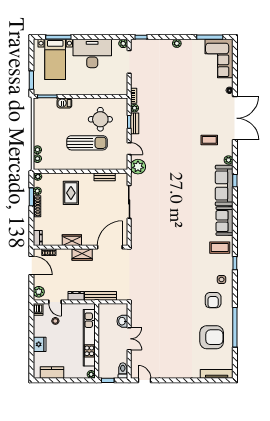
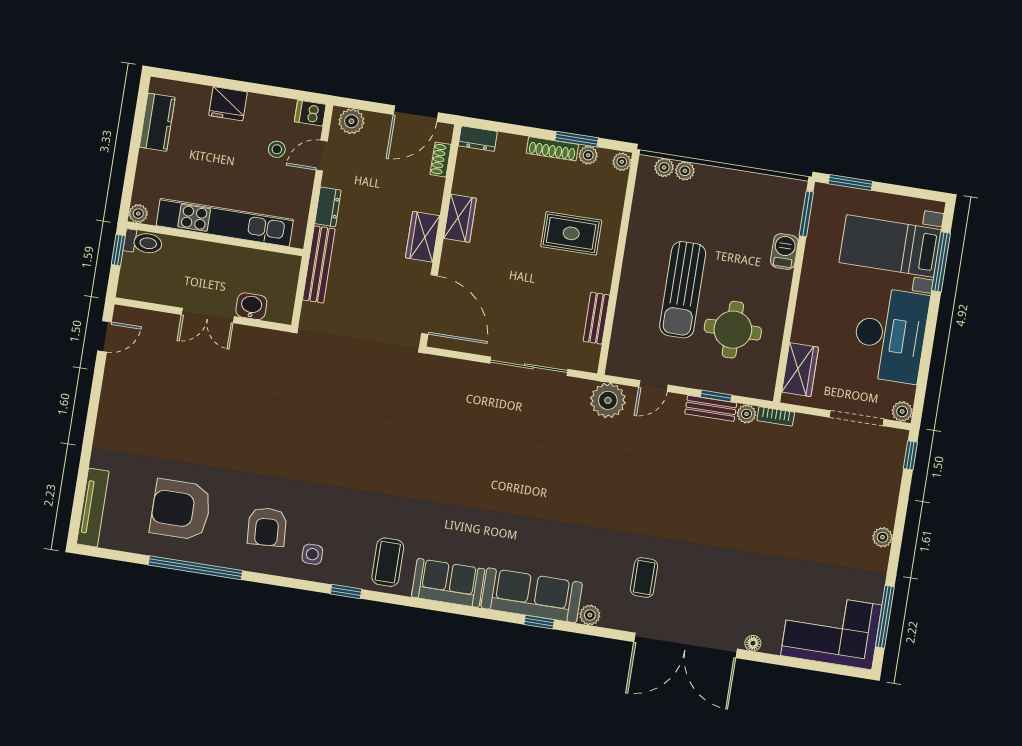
wardrobe: (113, 89) -> (800, 370), added
armchair: (213, 300) -> (267, 527), turned -94
armchair: (212, 337) -> (181, 510), turned 90
toilet: (123, 370) -> (143, 242), moved

